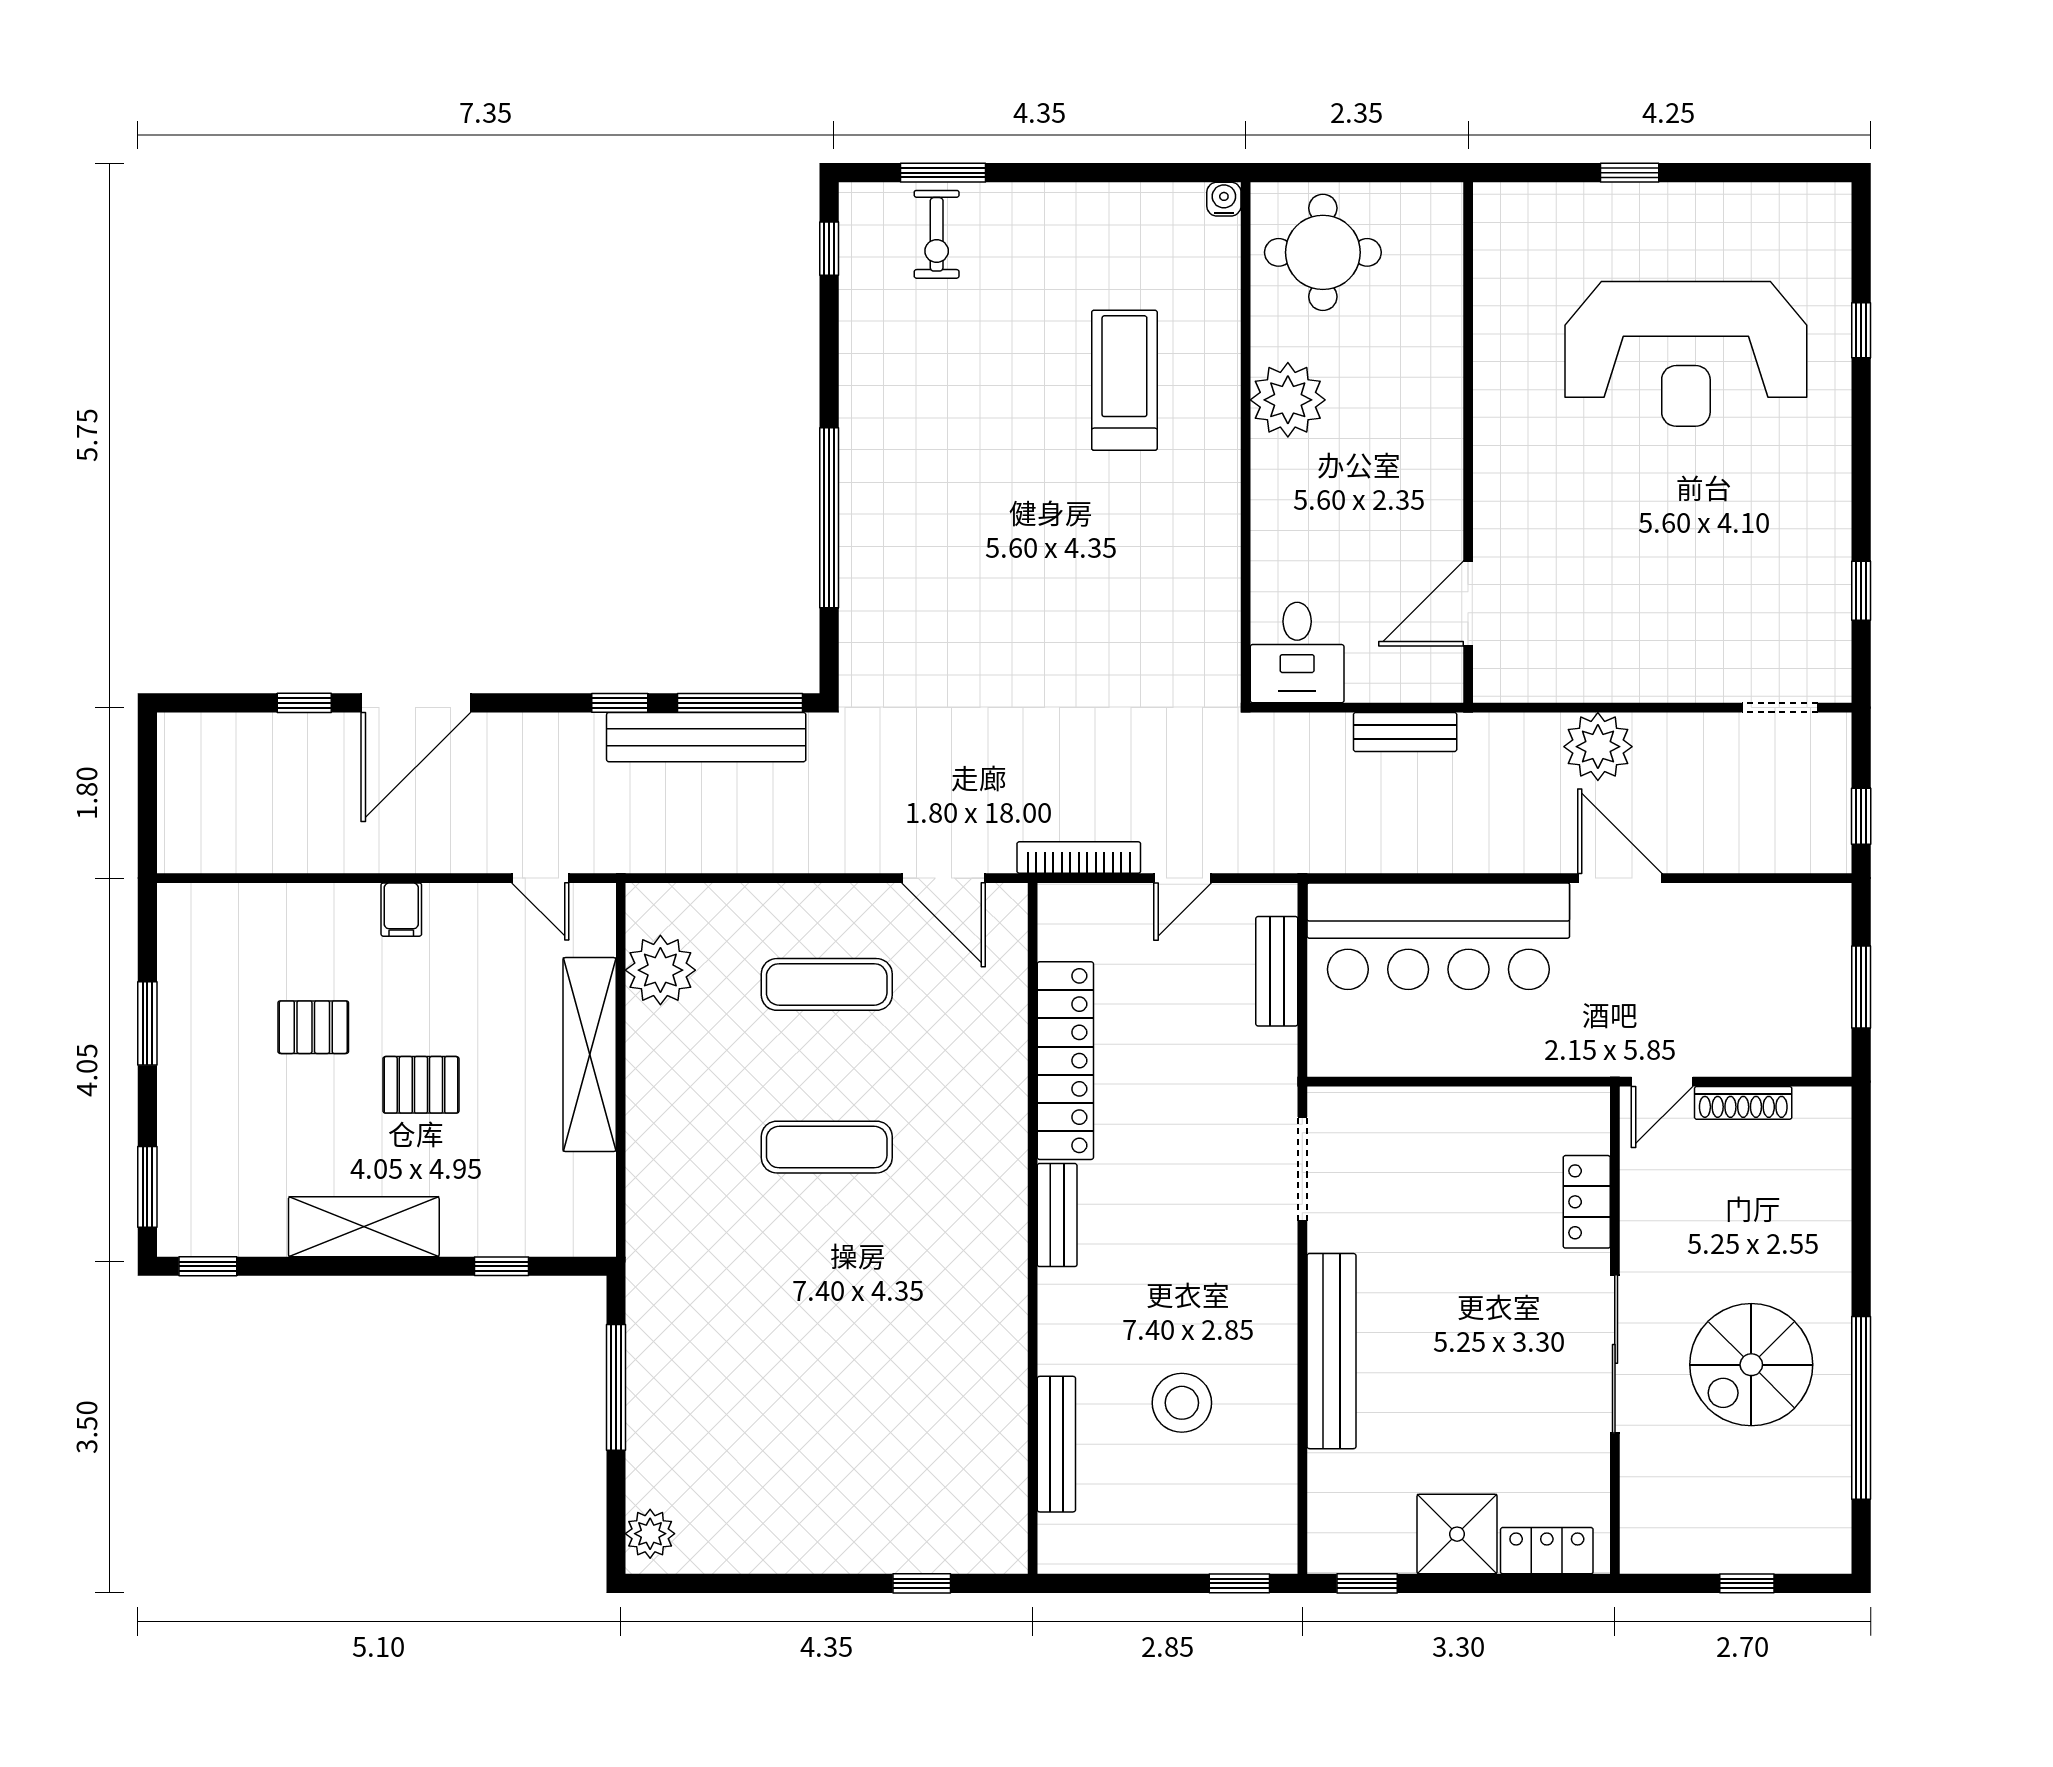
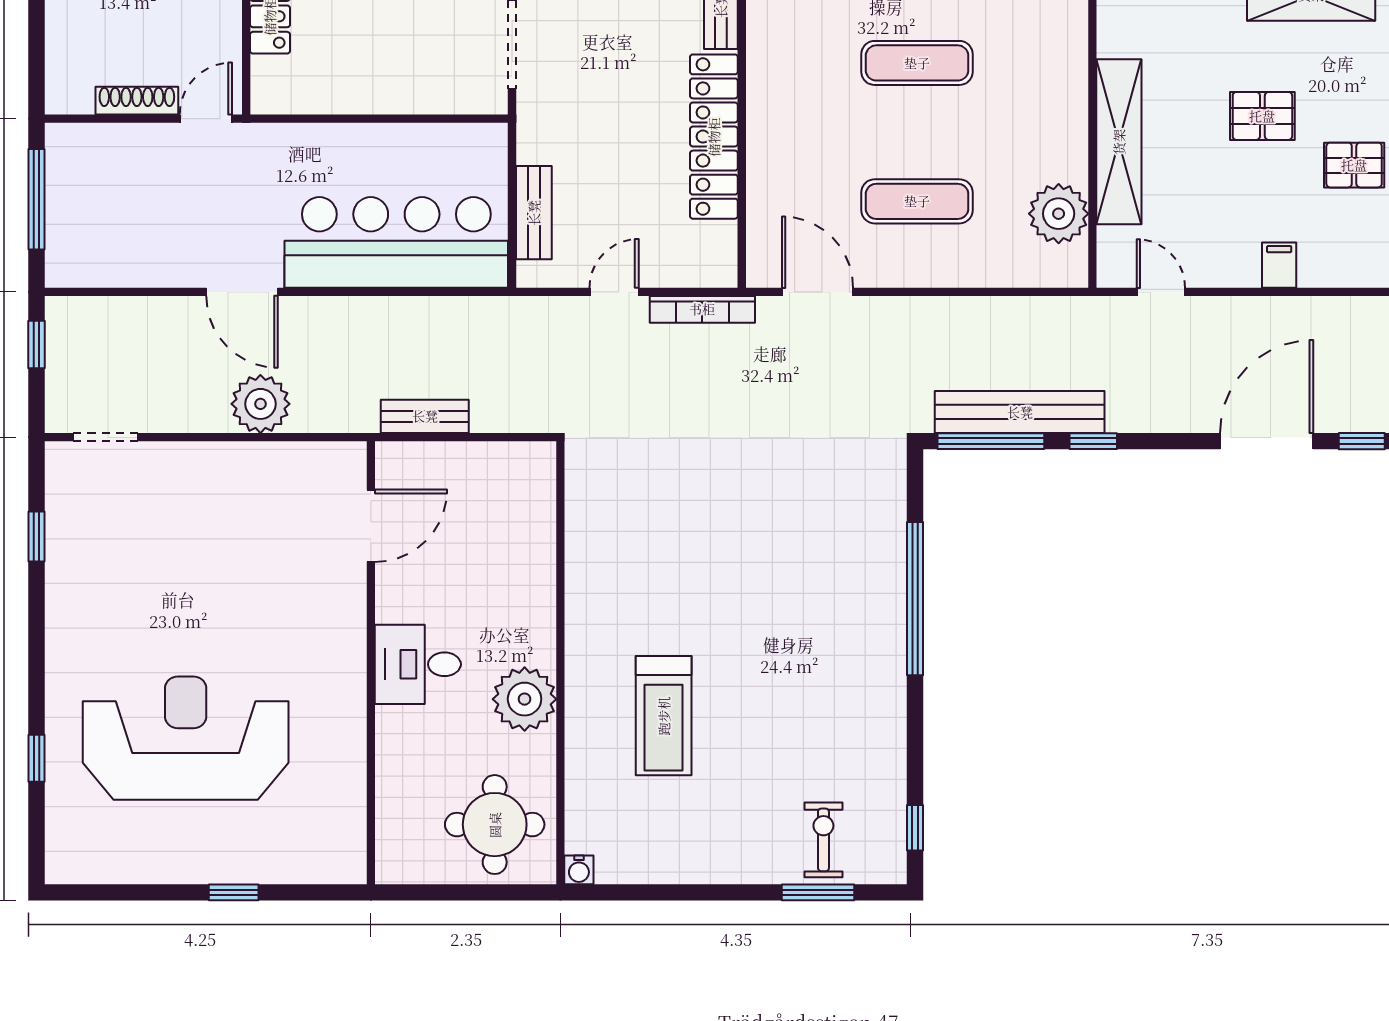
desk: (1297, 653) -> (418, 664), moved, turned -90
window: (1861, 987) -> (36, 199), width x1.44

